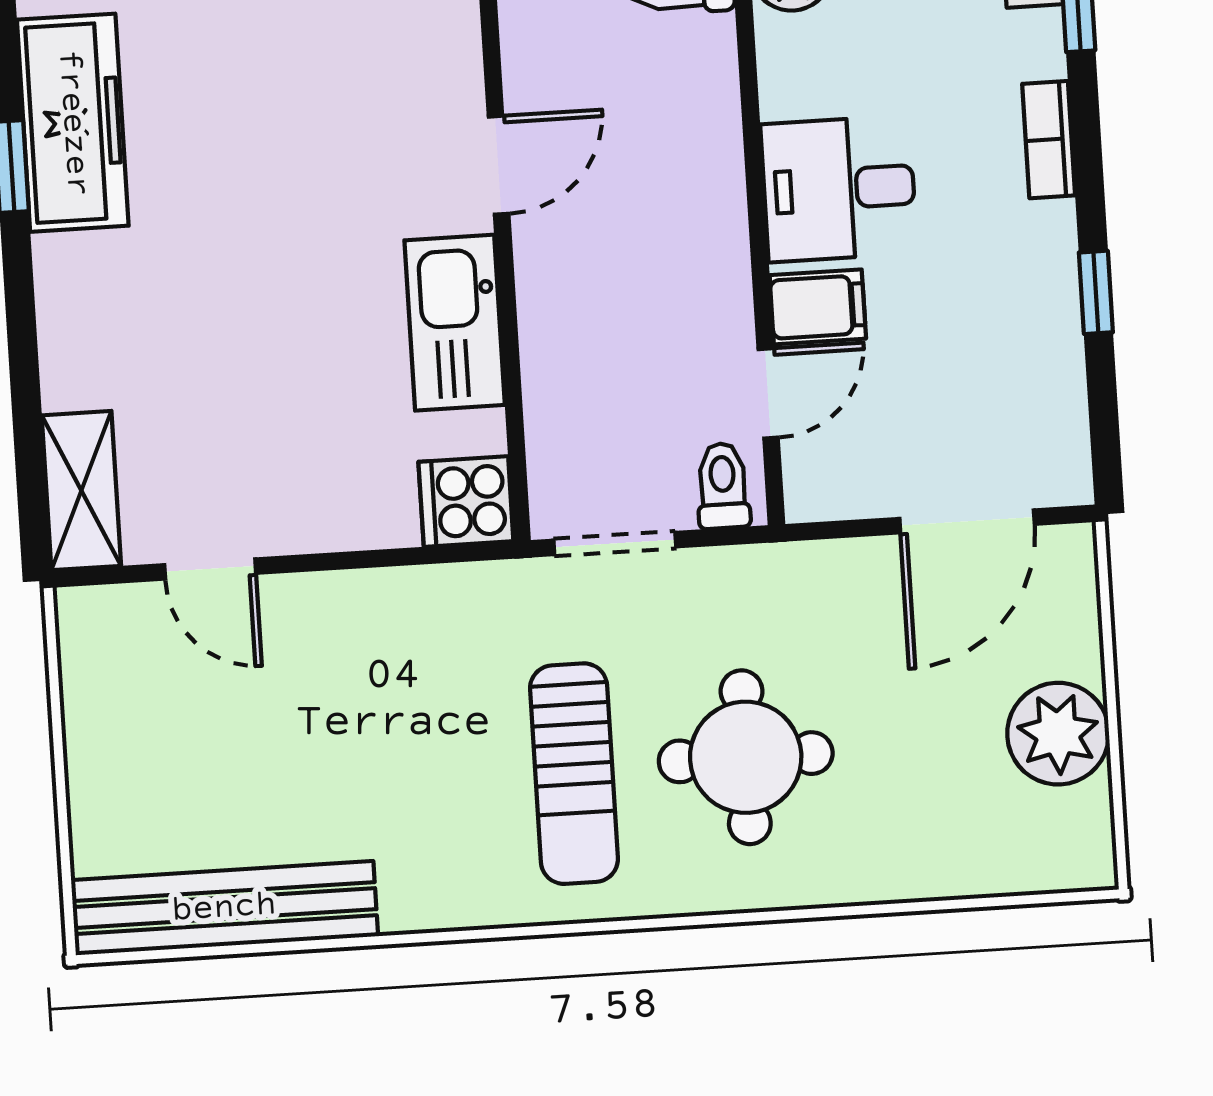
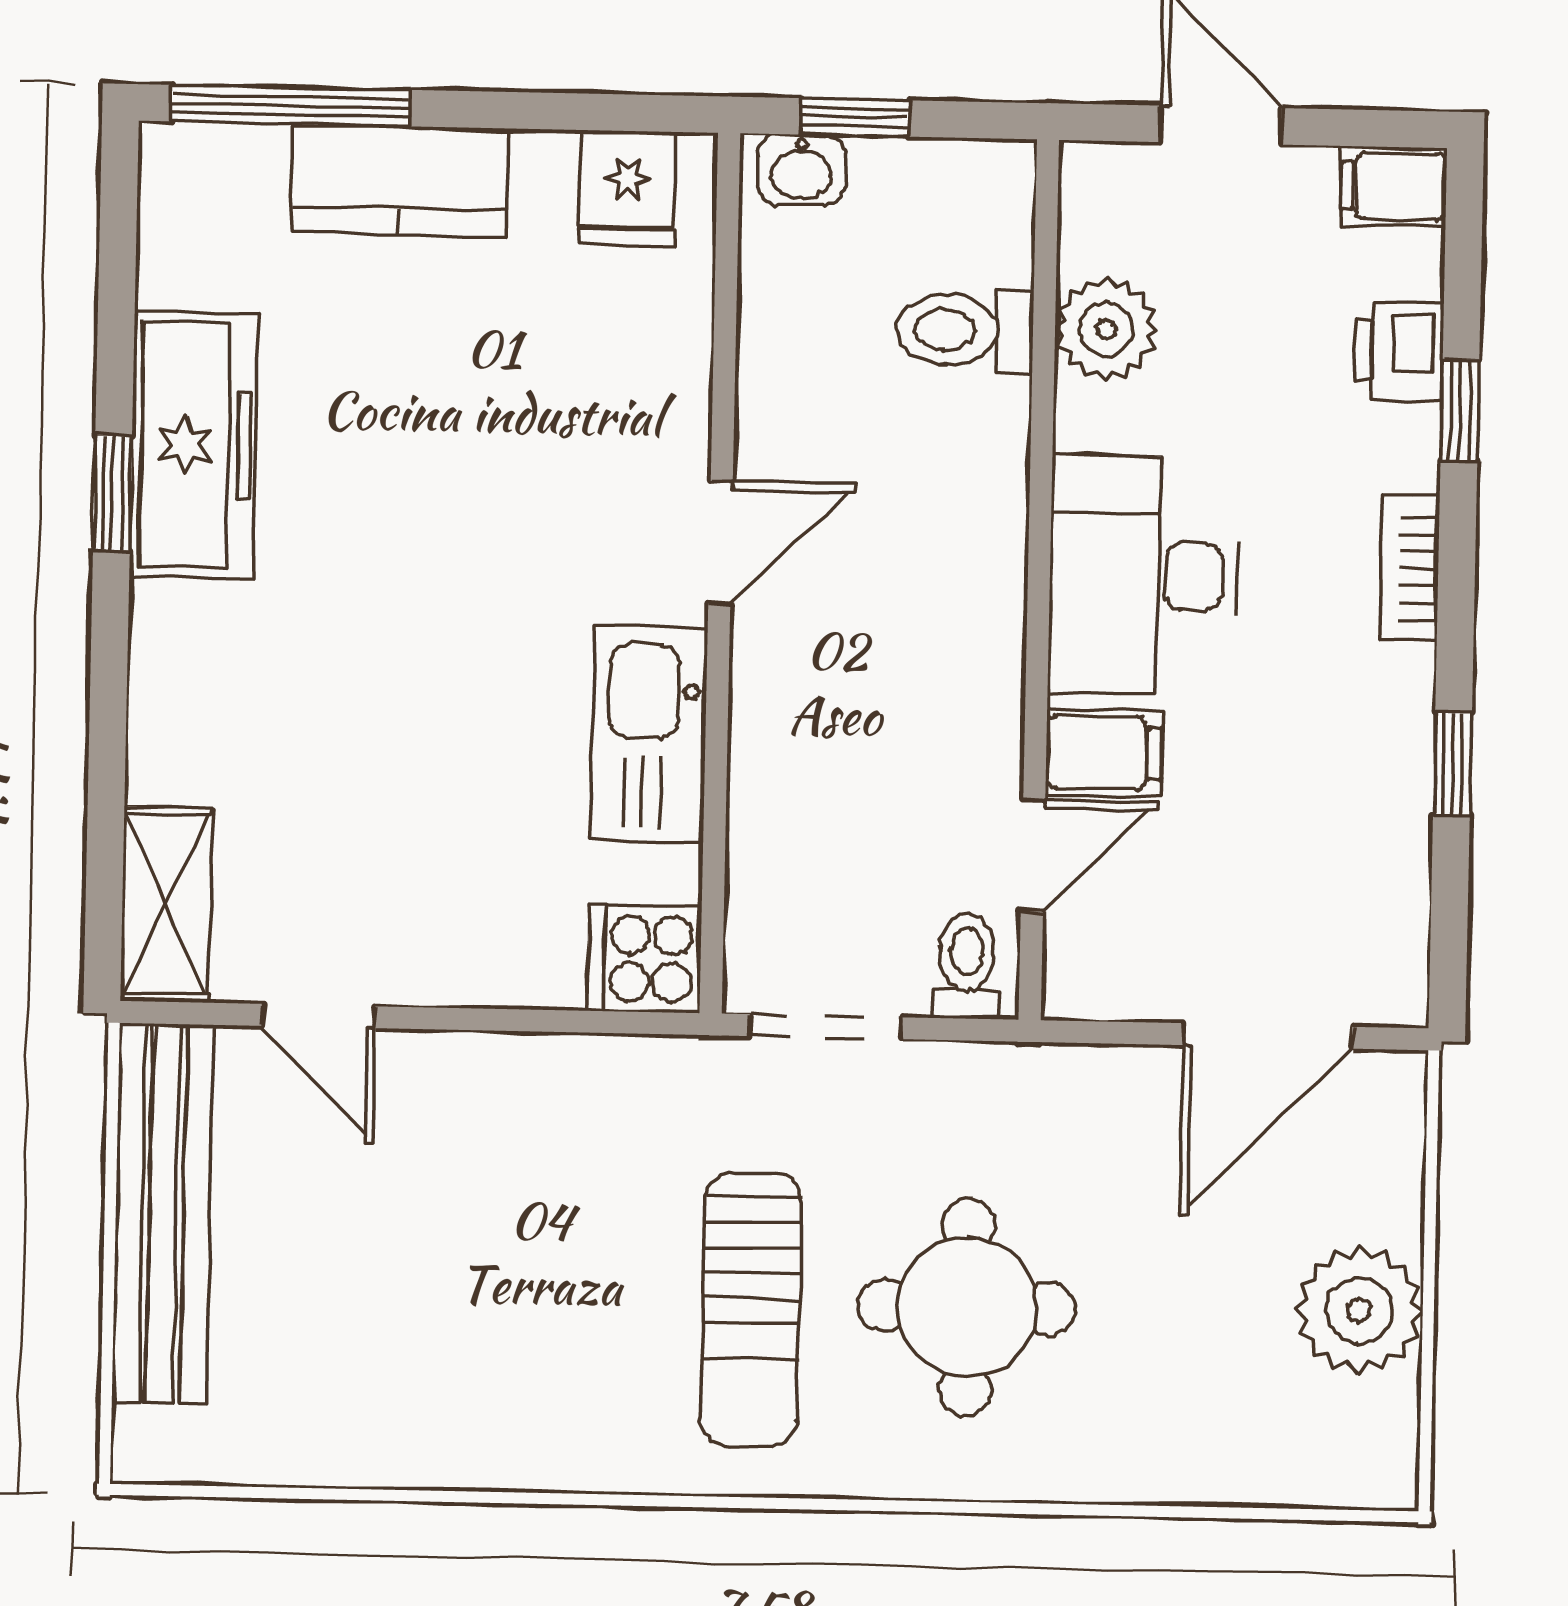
desk: (839, 189) -> (1143, 575), width x1.37
bench: (224, 908) -> (163, 1214), moved, turned 90

